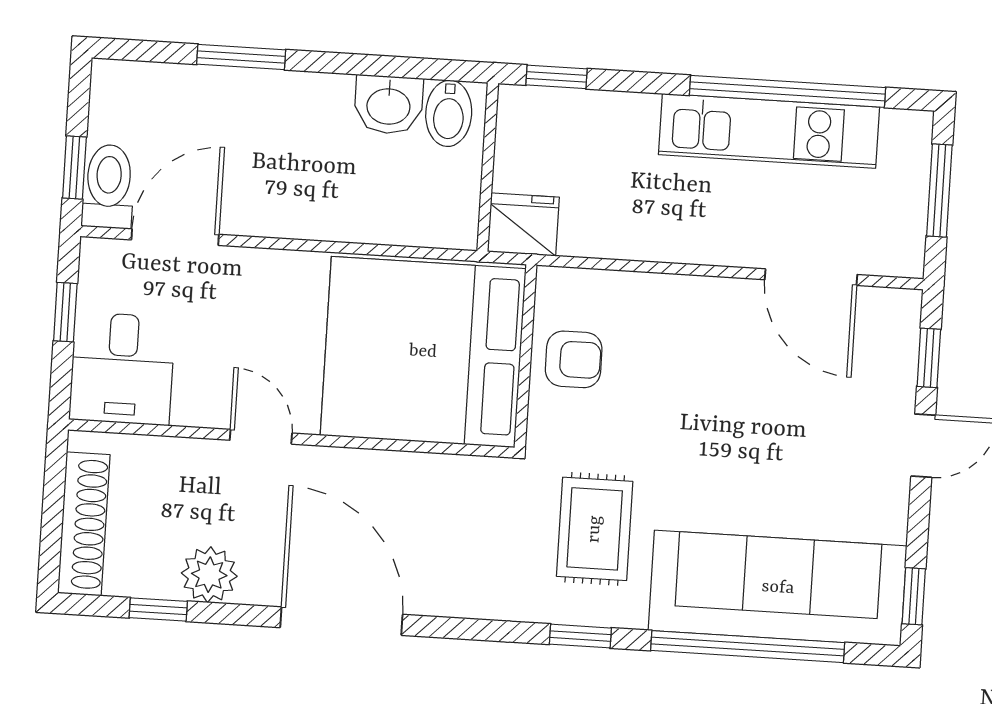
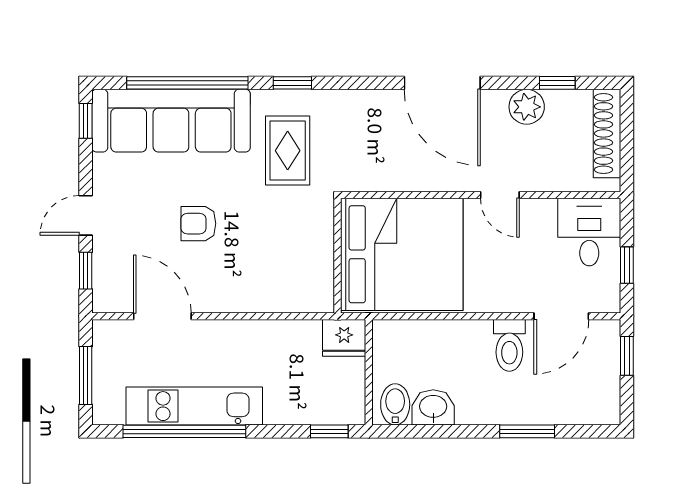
toilet: (108, 186) -> (509, 345), moved
armchair: (574, 359) -> (198, 224), moved

